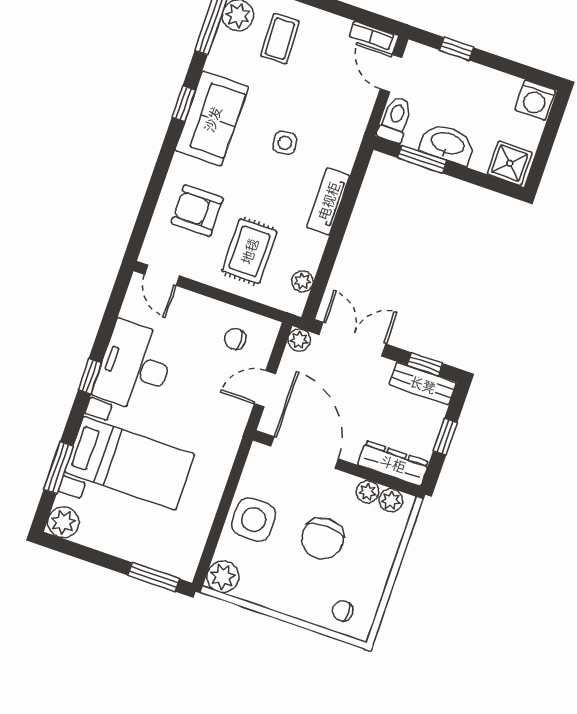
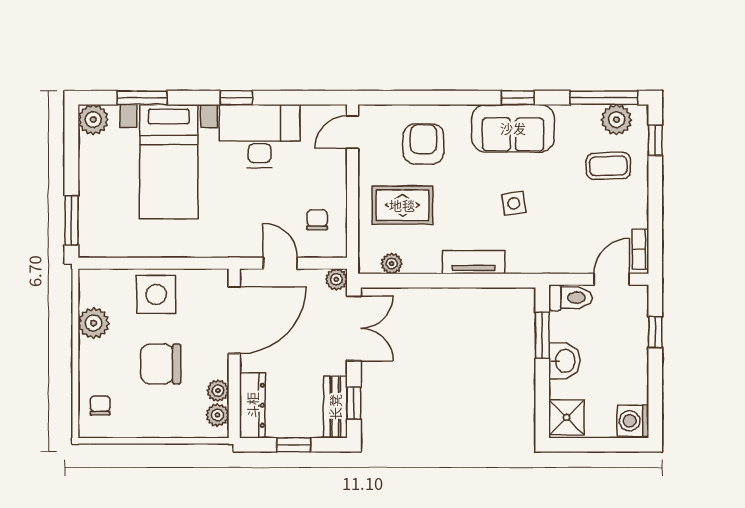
washbasin: (447, 144) -> (564, 361), width x0.72
plant: (223, 577) -> (94, 323), moved

